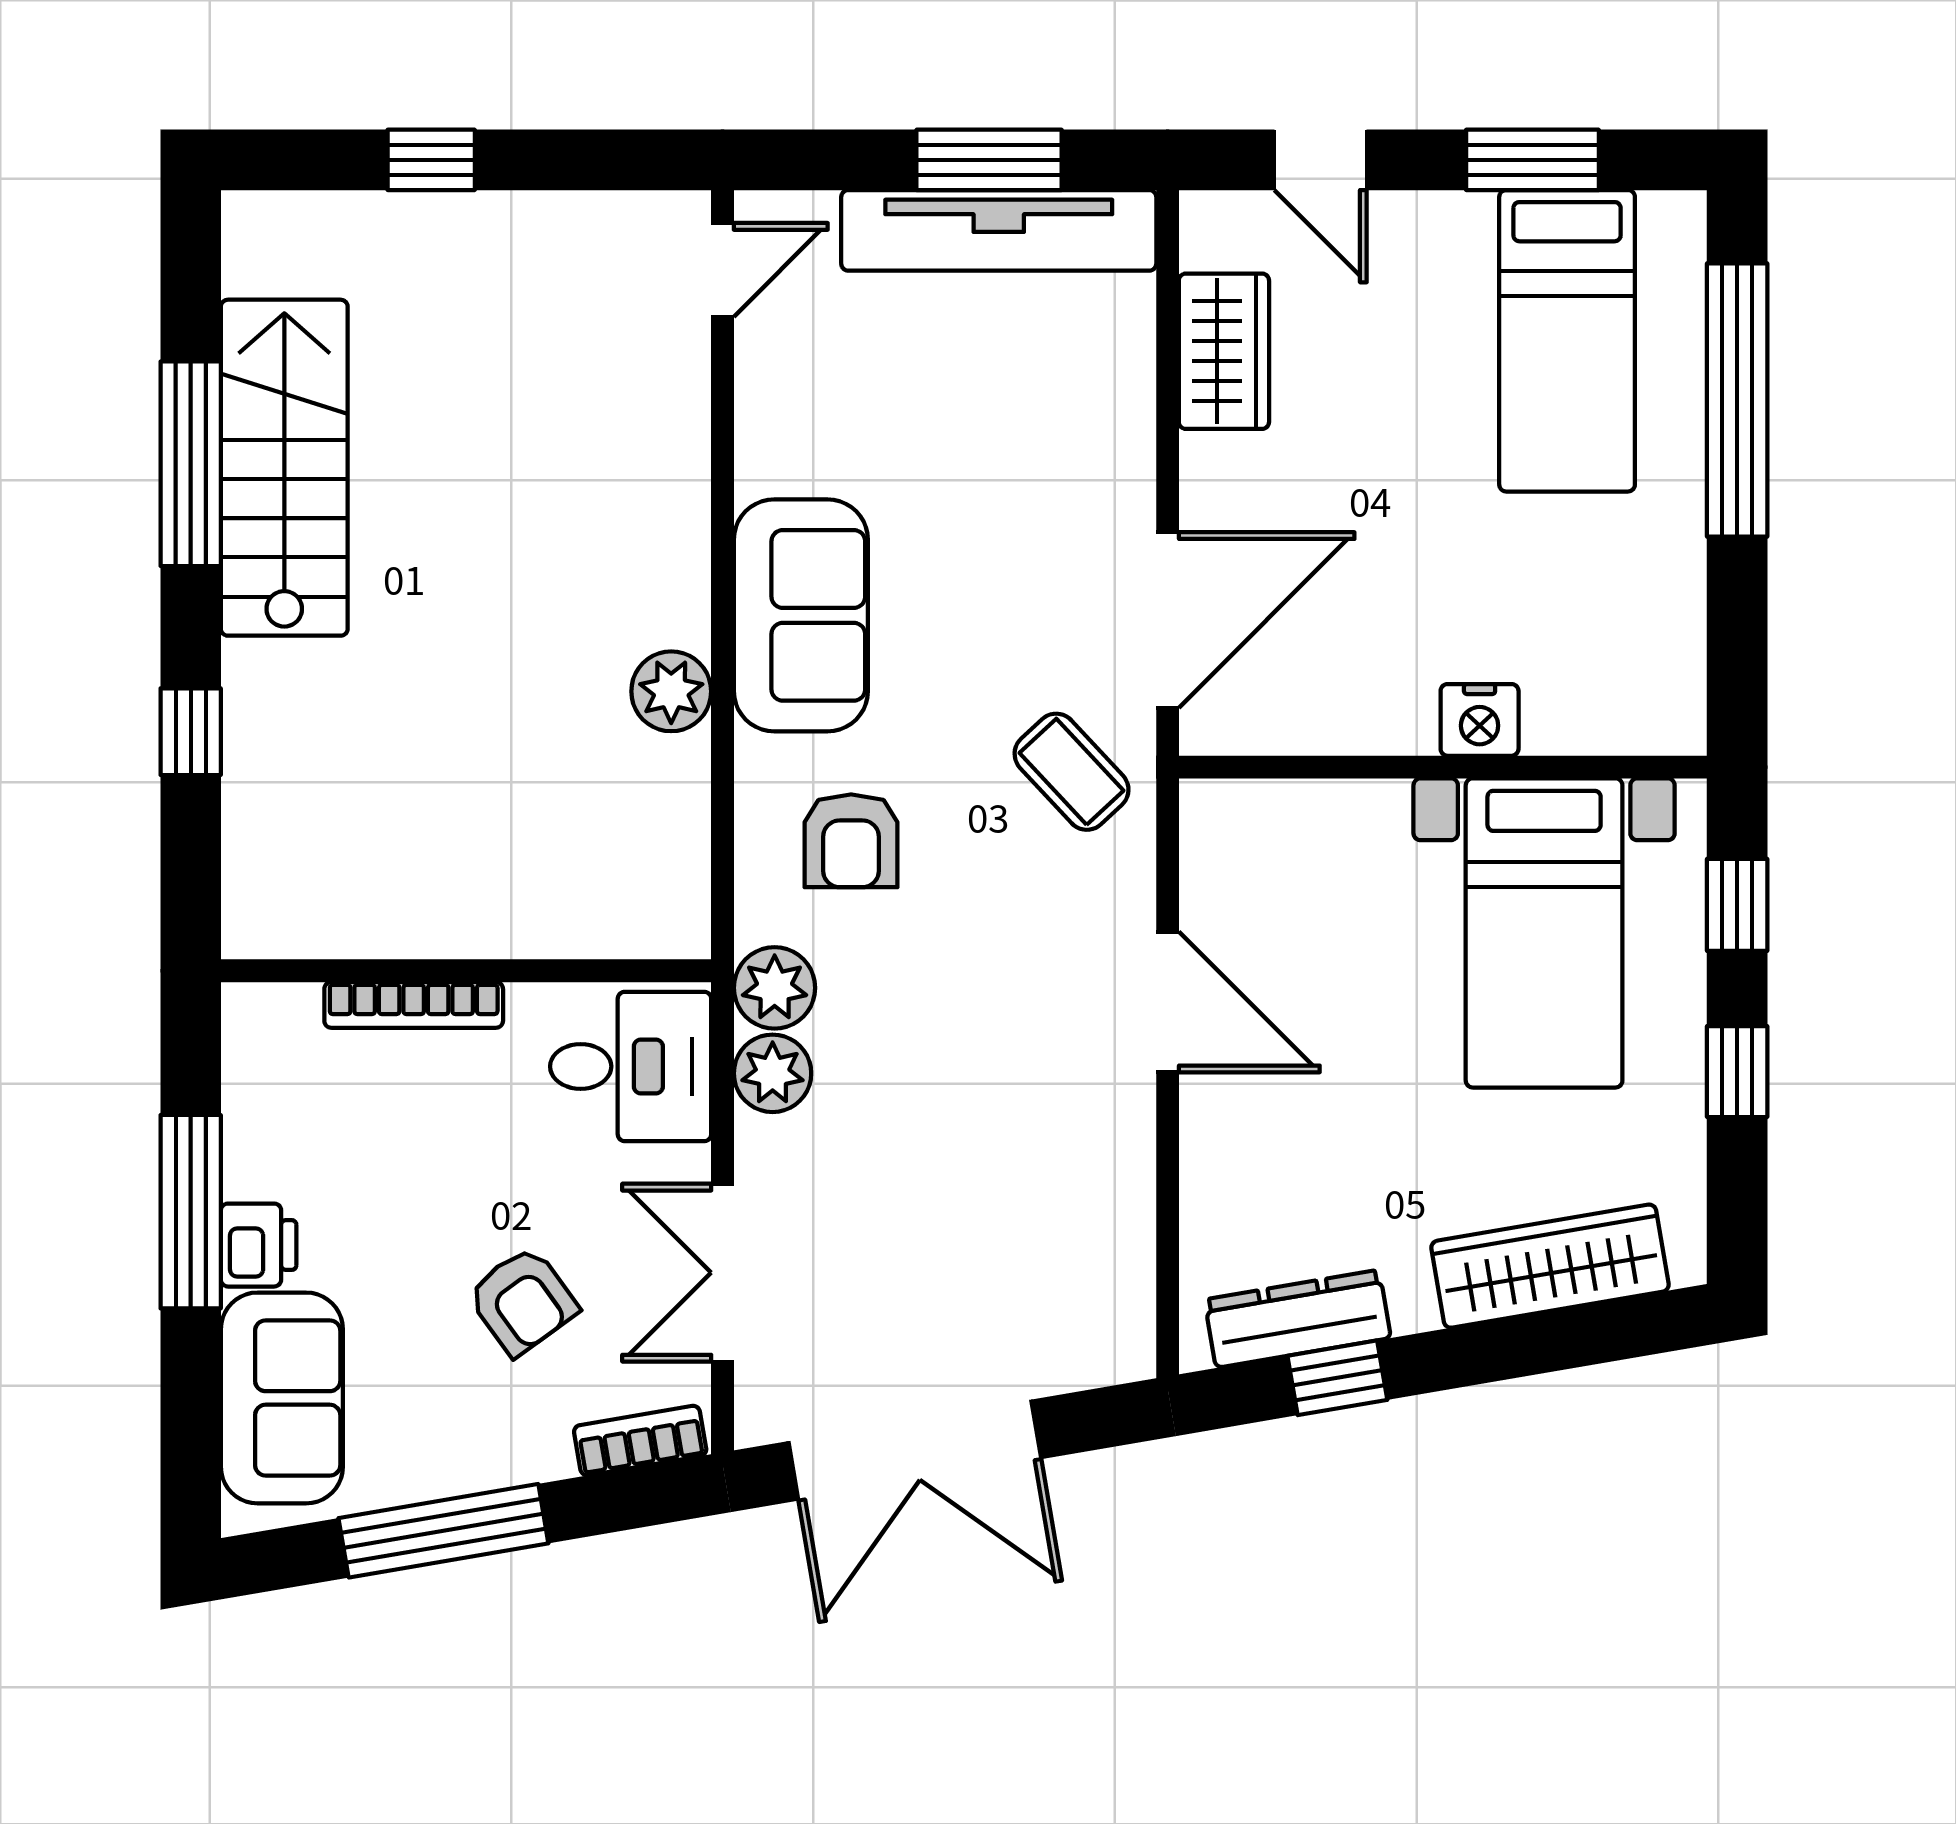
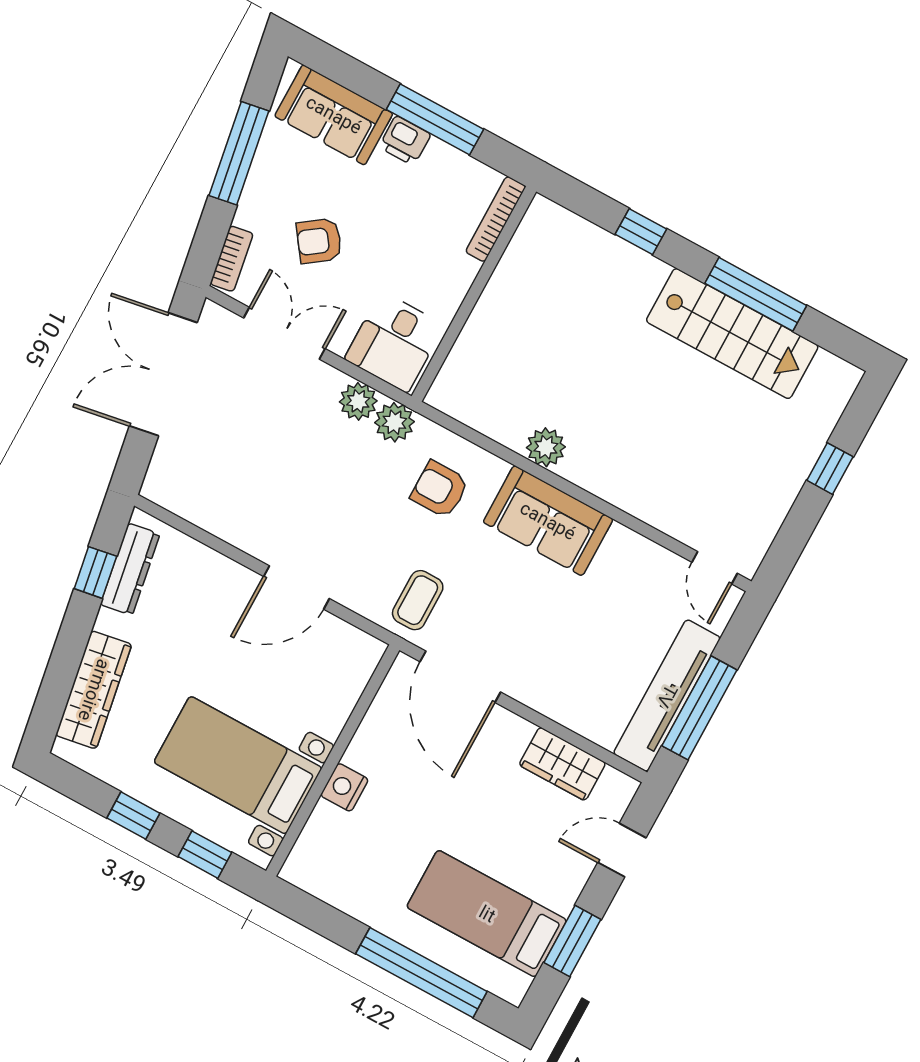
window: (989, 160) -> (699, 708), width x1.44
coffee table: (1072, 772) -> (418, 600), turned -47
bookcase: (414, 1005) -> (496, 219), moved

